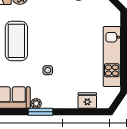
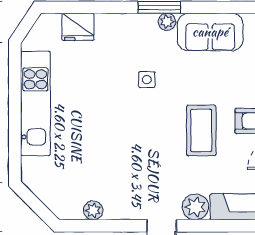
coffee table: (16, 41) -> (201, 130), width x0.73, depth x0.76

